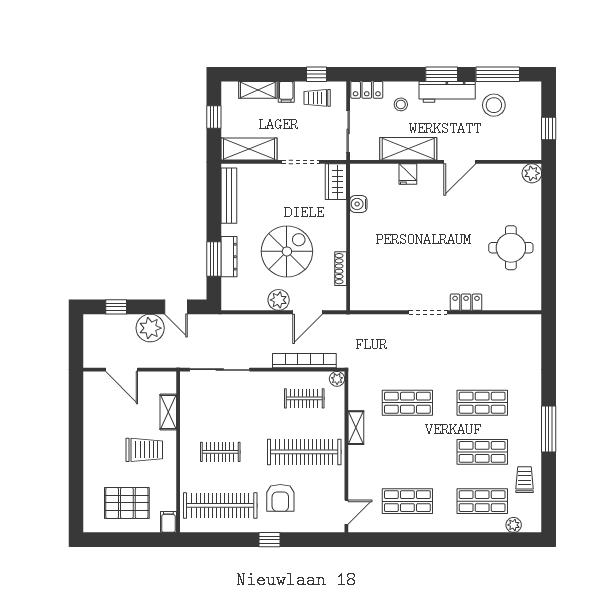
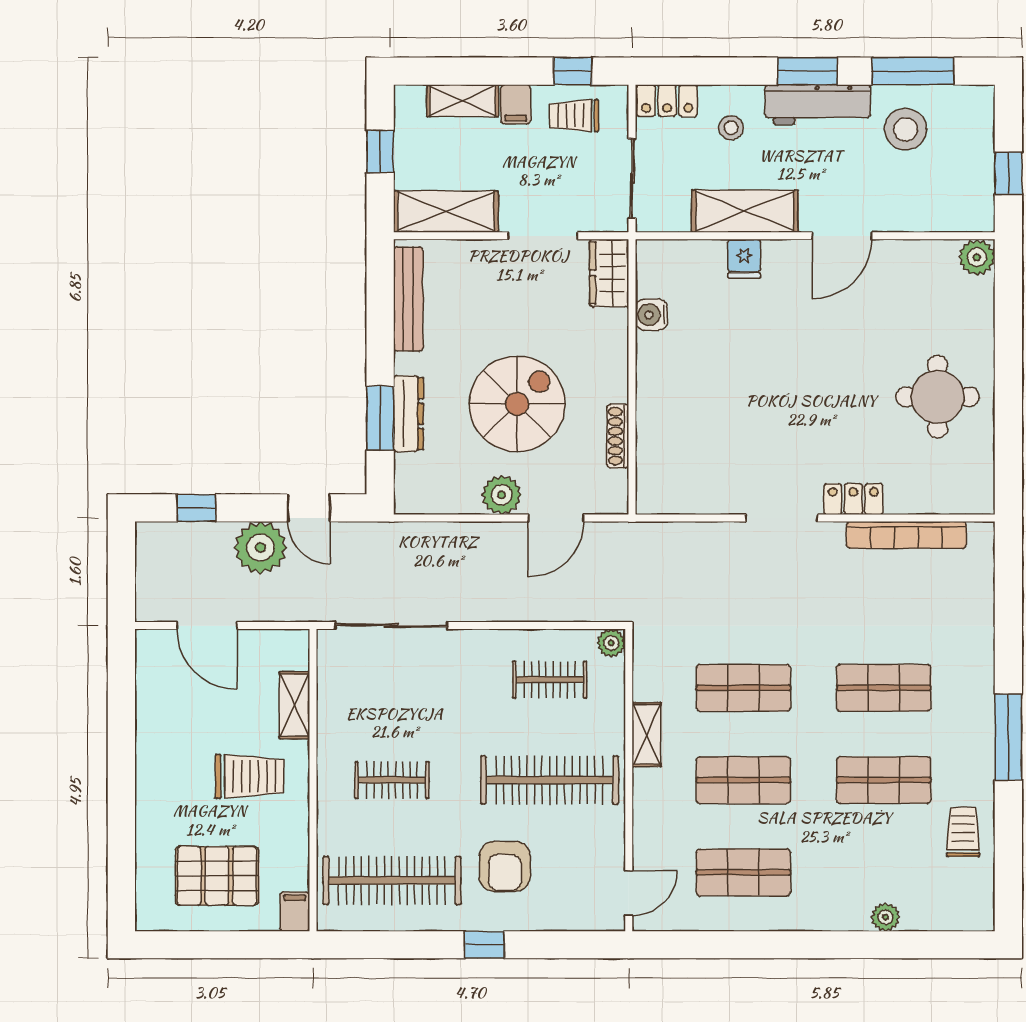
bookcase: (304, 361) -> (906, 535), moved, turned 180
shop shelf: (482, 501) -> (743, 780), moved
plant: (514, 525) -> (886, 917), moved

